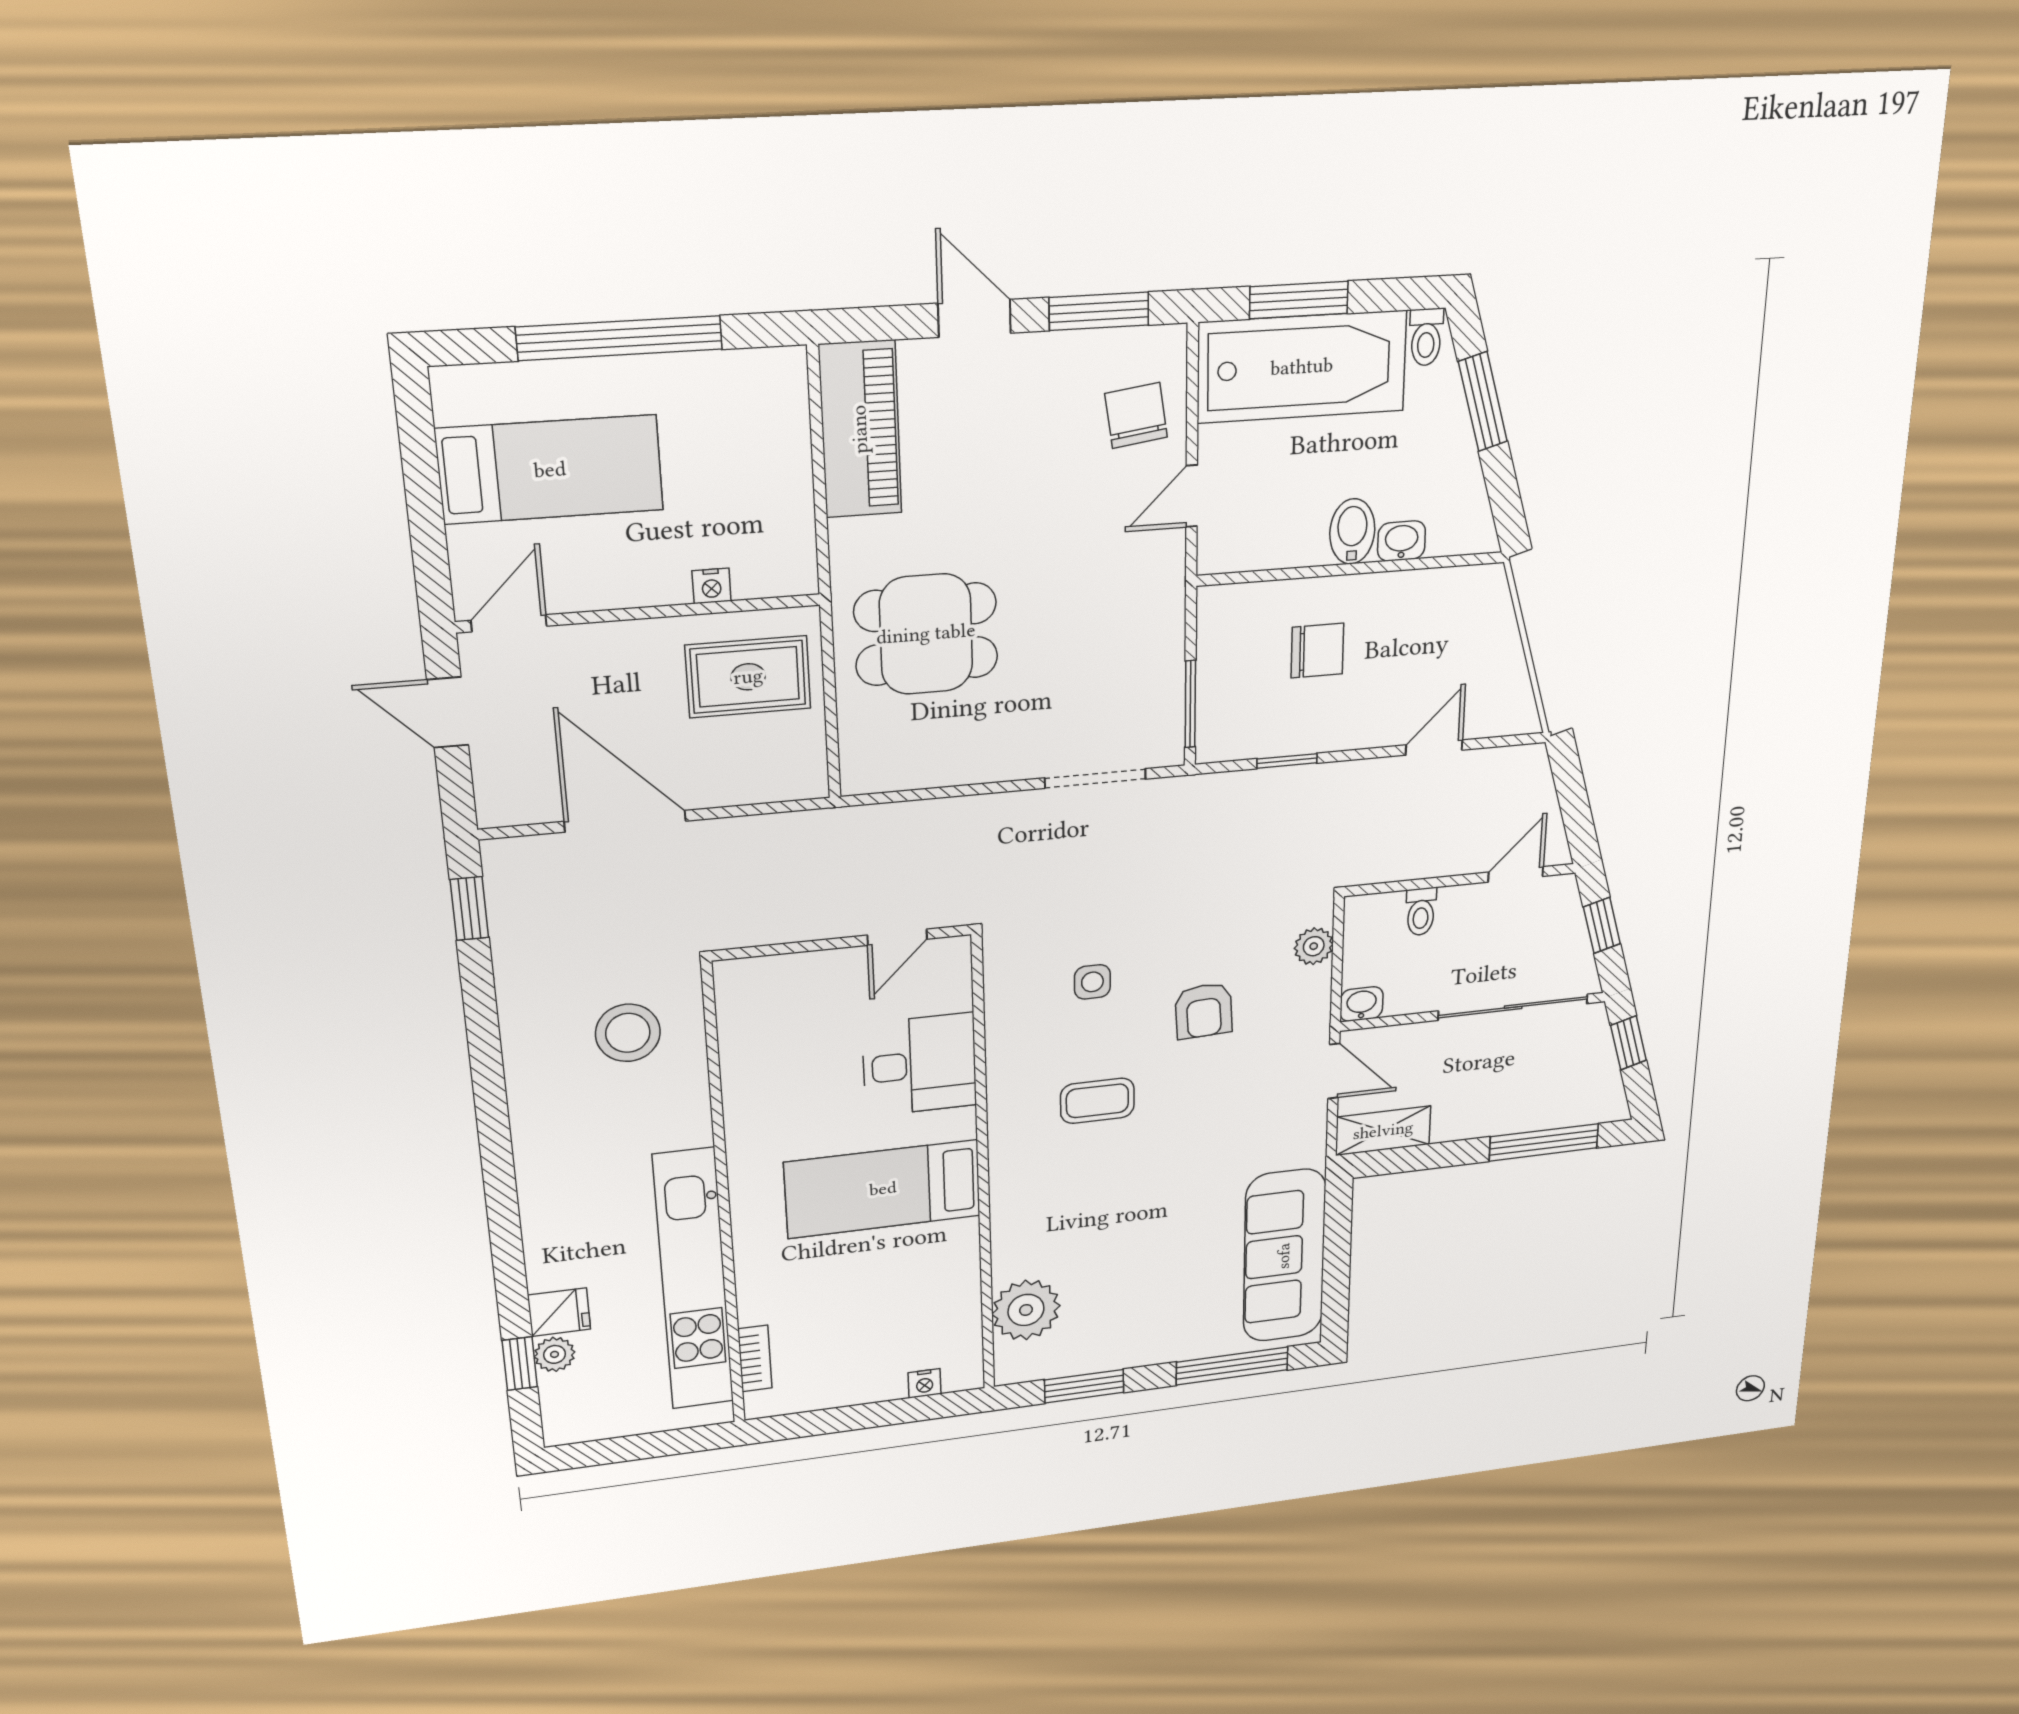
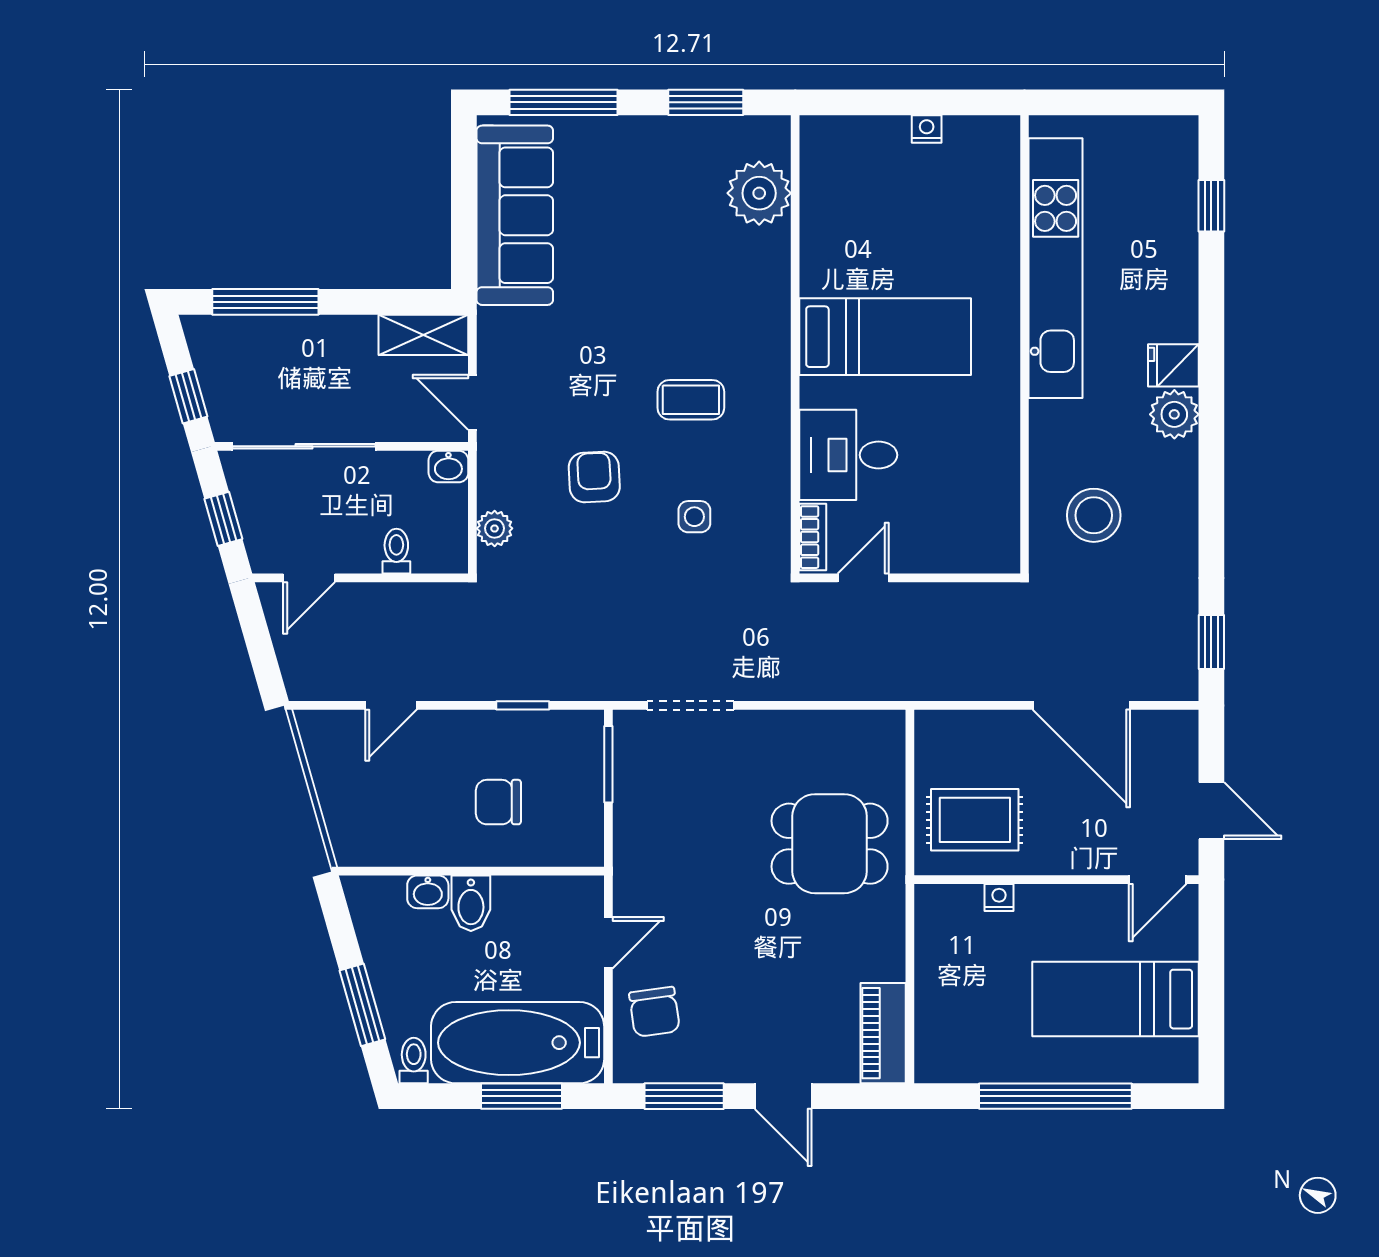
piano: (860, 429) -> (883, 1033), width x0.73, depth x0.75
fridge: (559, 1312) -> (1173, 365), moved
plant: (555, 1354) -> (1174, 414), moved, width x1.38, depth x1.38
bookcase: (755, 1359) -> (813, 537), moved, turned 180
nightstand: (925, 1383) -> (927, 129), moved

